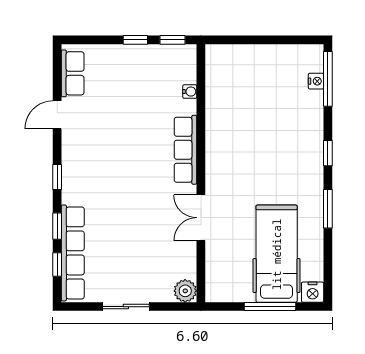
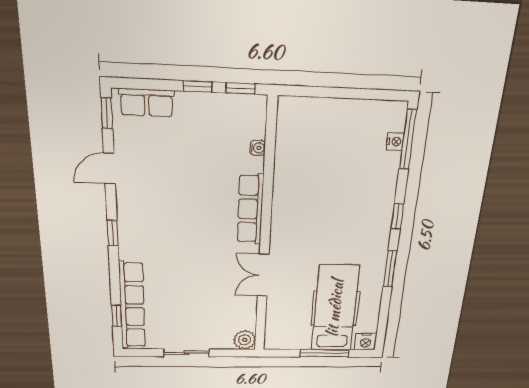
row of seats: (73, 73) -> (147, 103), moved, turned 90
window: (57, 226) -> (107, 113), moved

